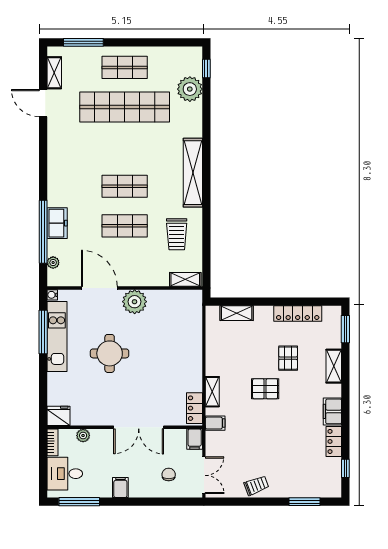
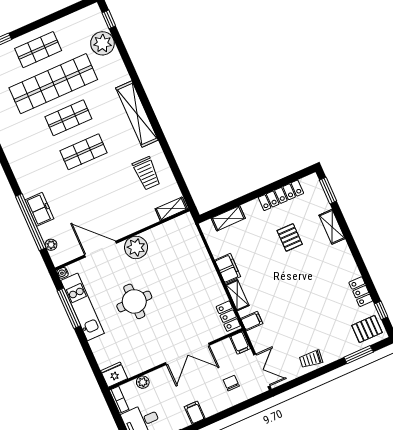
shop shelf: (125, 226) -> (68, 118), moved
pallet: (265, 389) -> (367, 329), moved
filing cabinet: (332, 411) -> (228, 268), moved, turned 180
trolley: (256, 486) -> (311, 359), turned -153

